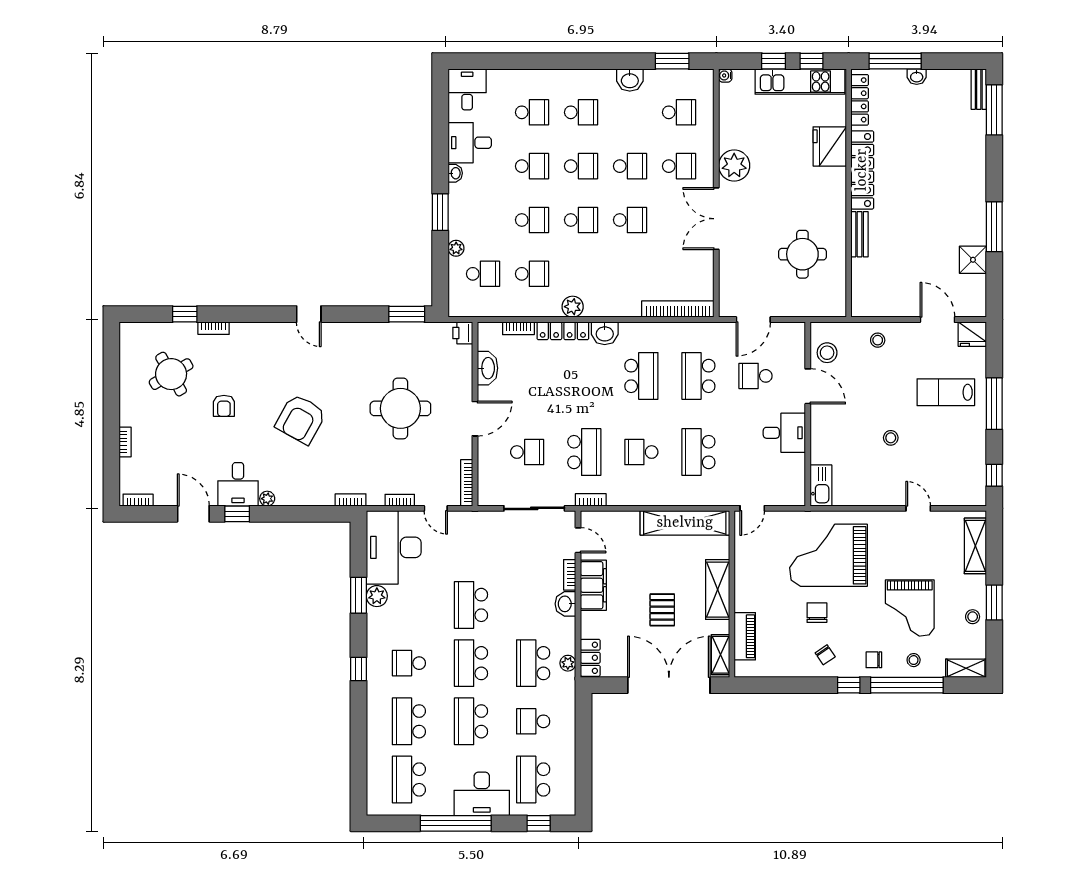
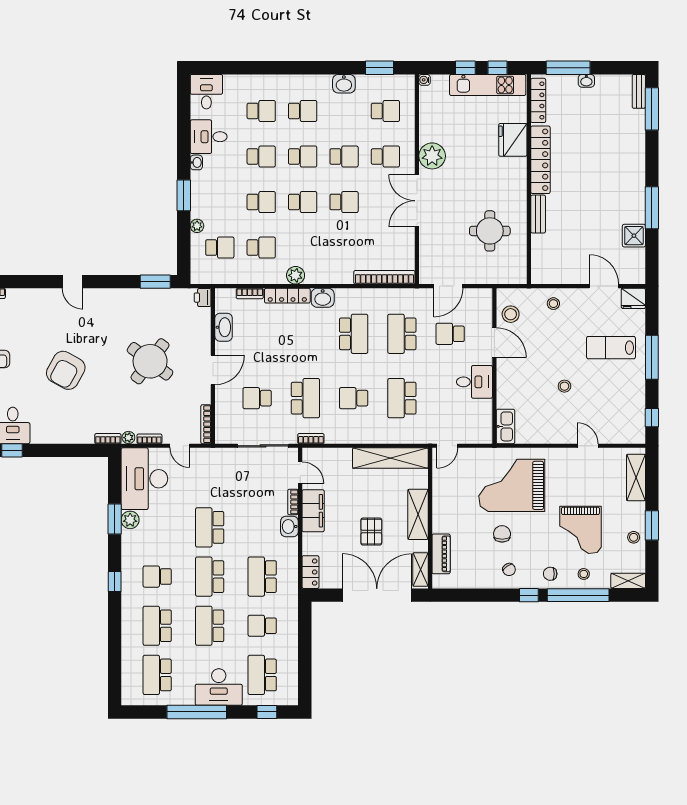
round table: (400, 408) -> (150, 361), turned 37
school desk: (527, 452) -> (257, 398), turned 180
plant: (267, 499) -> (128, 438), moved
plant: (568, 663) -> (292, 577), removed

